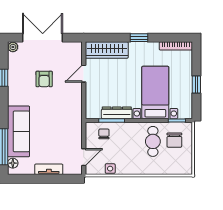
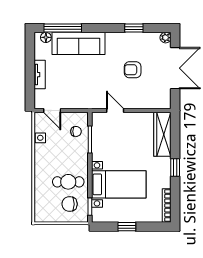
door: (84, 74) -> (115, 110), moved
dresser: (117, 113) -> (98, 145), removed

